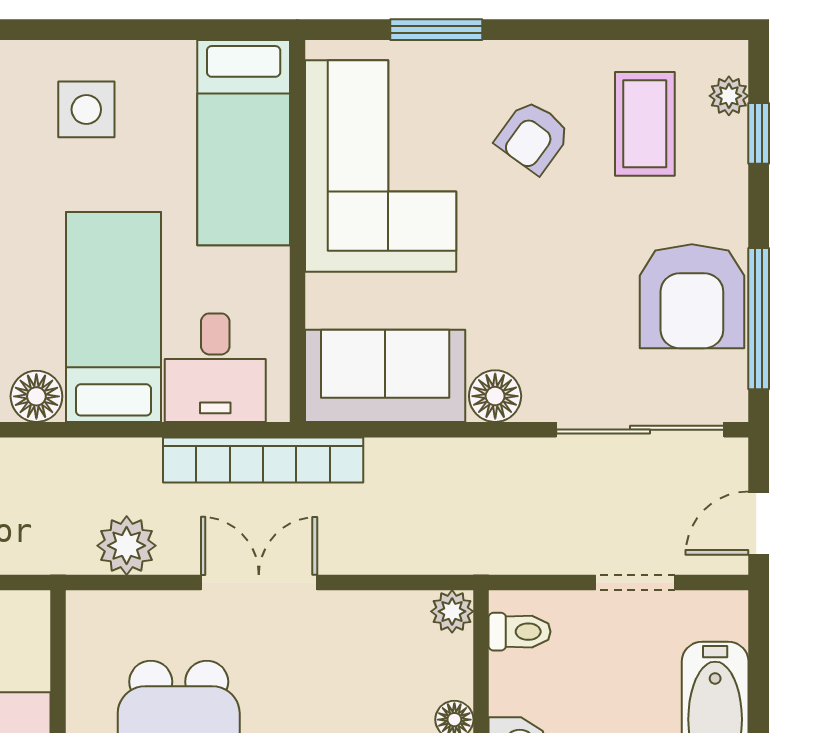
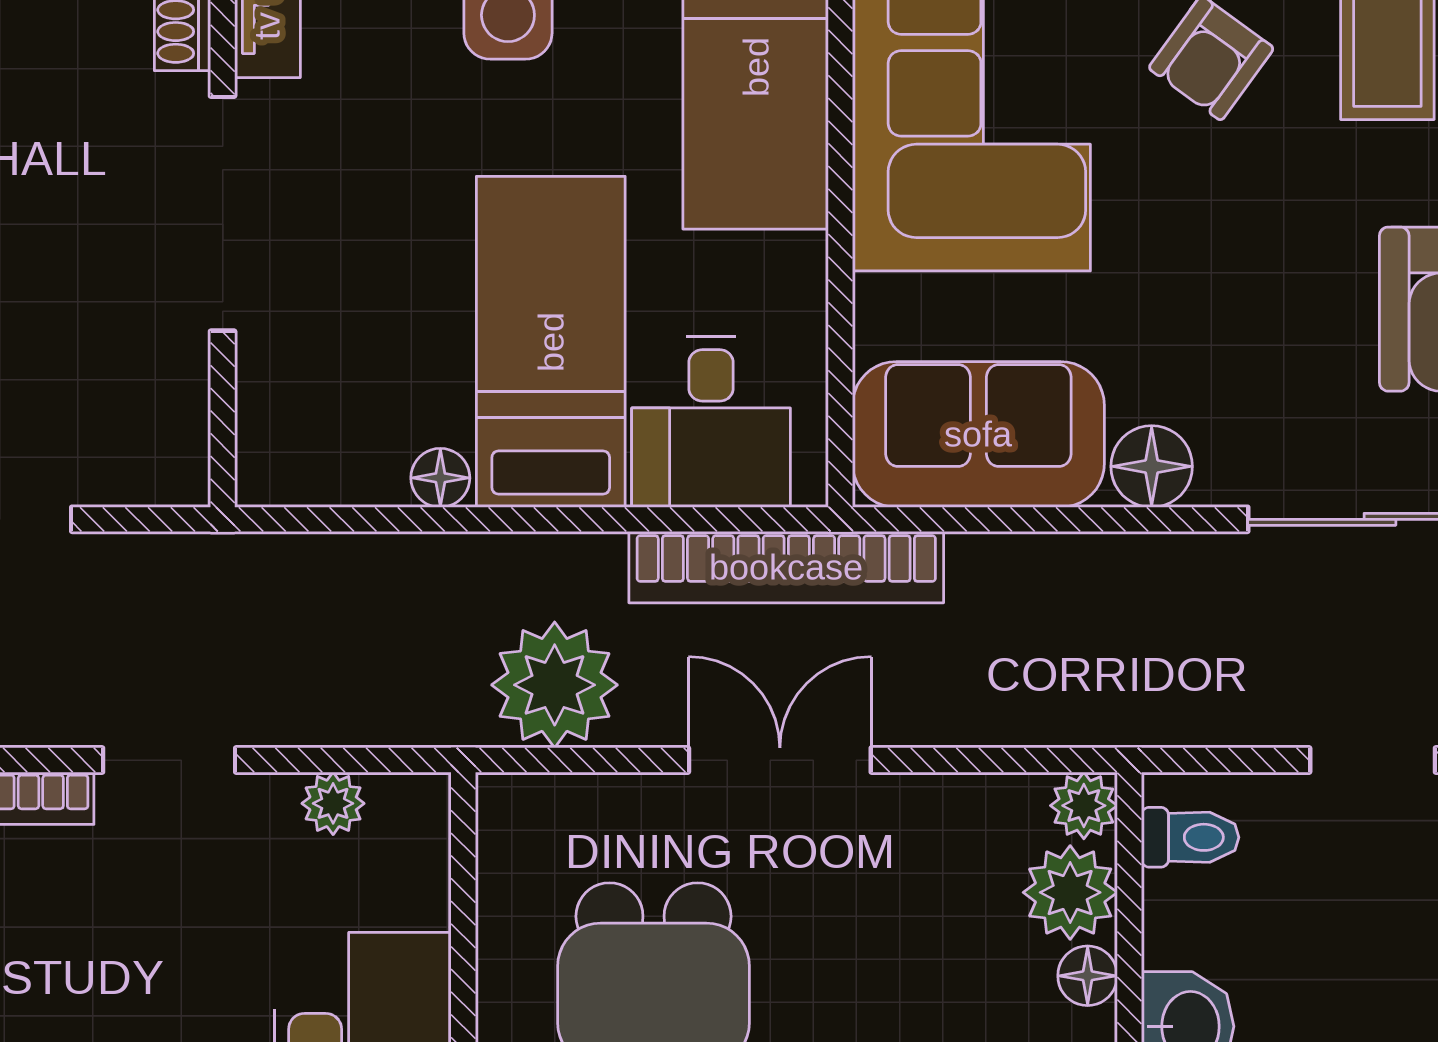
floor lamp: (36, 396) -> (440, 478), width x0.73, depth x0.73
plant: (127, 546) -> (555, 685), width x1.36, depth x1.36
plant: (443, 667) -> (1070, 892), added

